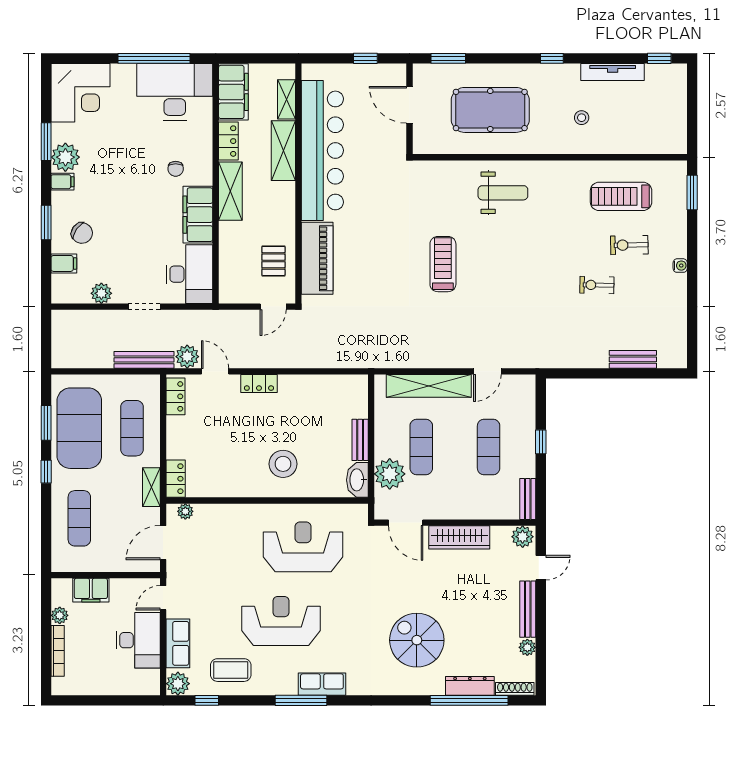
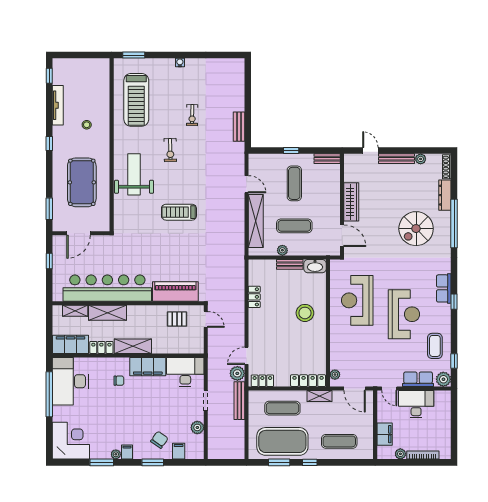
plant: (65, 157) -> (116, 454), width x0.53, depth x0.53
weight bench: (503, 193) -> (134, 174), width x1.36, depth x1.33
treadmill: (621, 196) -> (136, 100), width x1.37, depth x1.38
exercise bike: (629, 245) -> (170, 150), moved
bench: (633, 359) -> (239, 127), moved
locker: (259, 383) -> (254, 297), moved
exercise mat: (489, 447) -> (294, 183), turned 90
plant: (390, 474) -> (282, 250), moved, width x0.53, depth x0.53
locker: (176, 479) -> (308, 381), width x1.53
door: (406, 523) -> (342, 236), hinge flipped
plant: (523, 537) -> (351, 162), removed
reception desk: (281, 621) -> (404, 314), turned 180
window: (301, 700) -> (454, 302), width x0.46
window: (469, 700) -> (454, 223), moved

